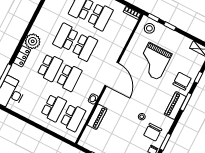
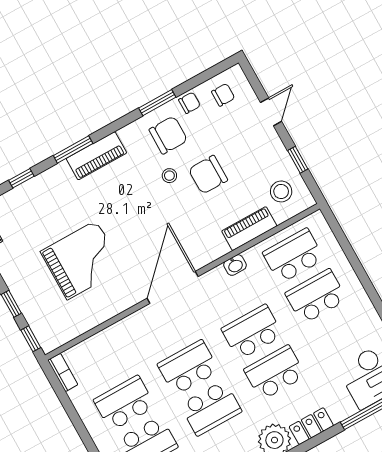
stool: (149, 28) -> (281, 191), moved
chair: (182, 81) -> (208, 175), moved

